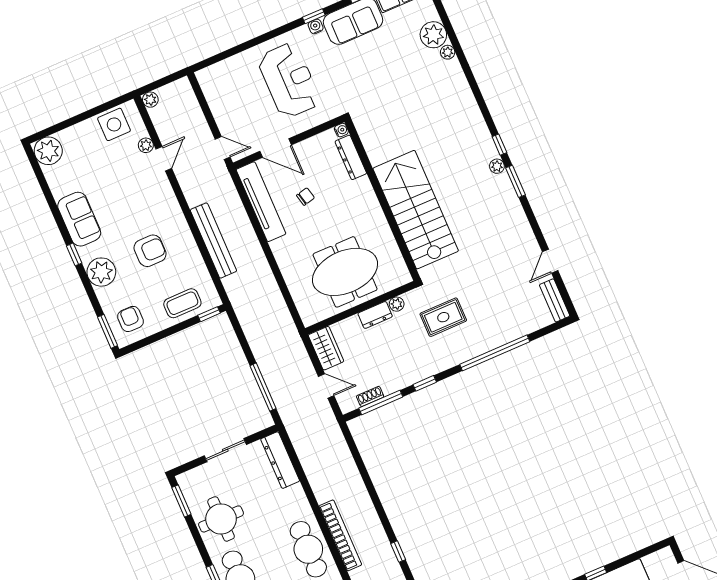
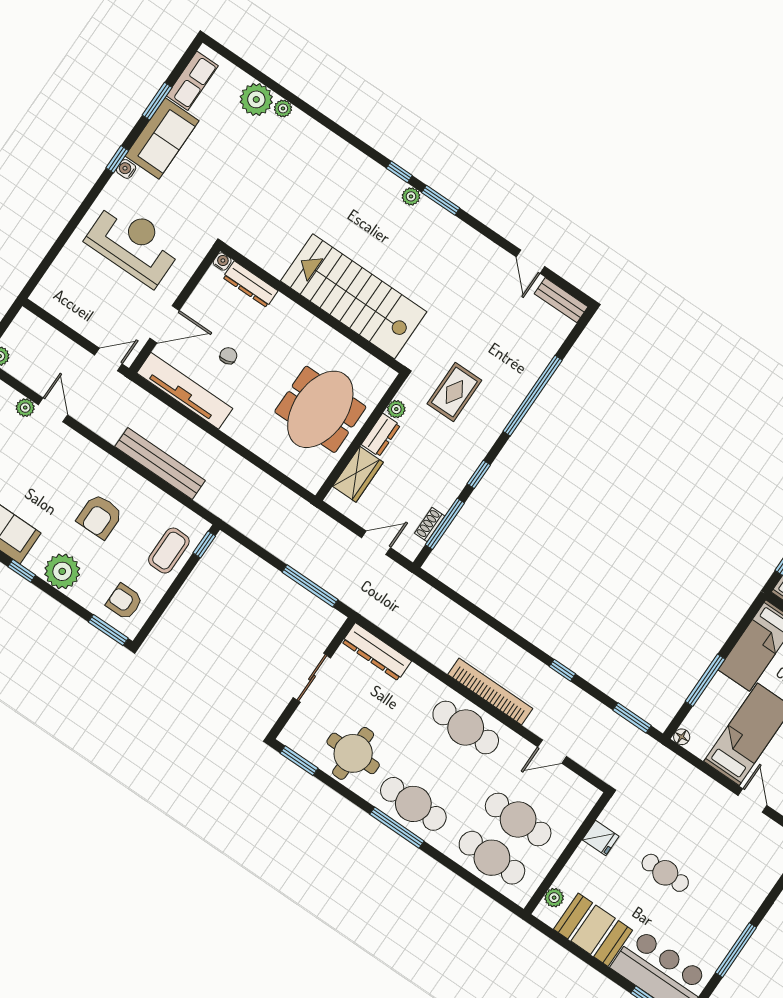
armchair: (150, 251) -> (100, 516), turned 180
wardrobe: (326, 348) -> (358, 474), moved, turned 90

